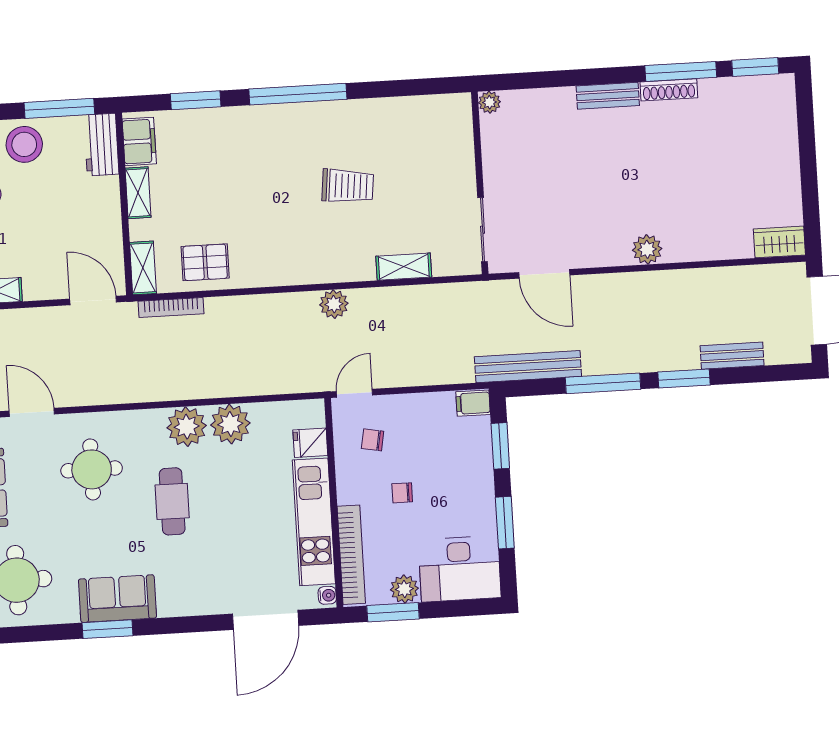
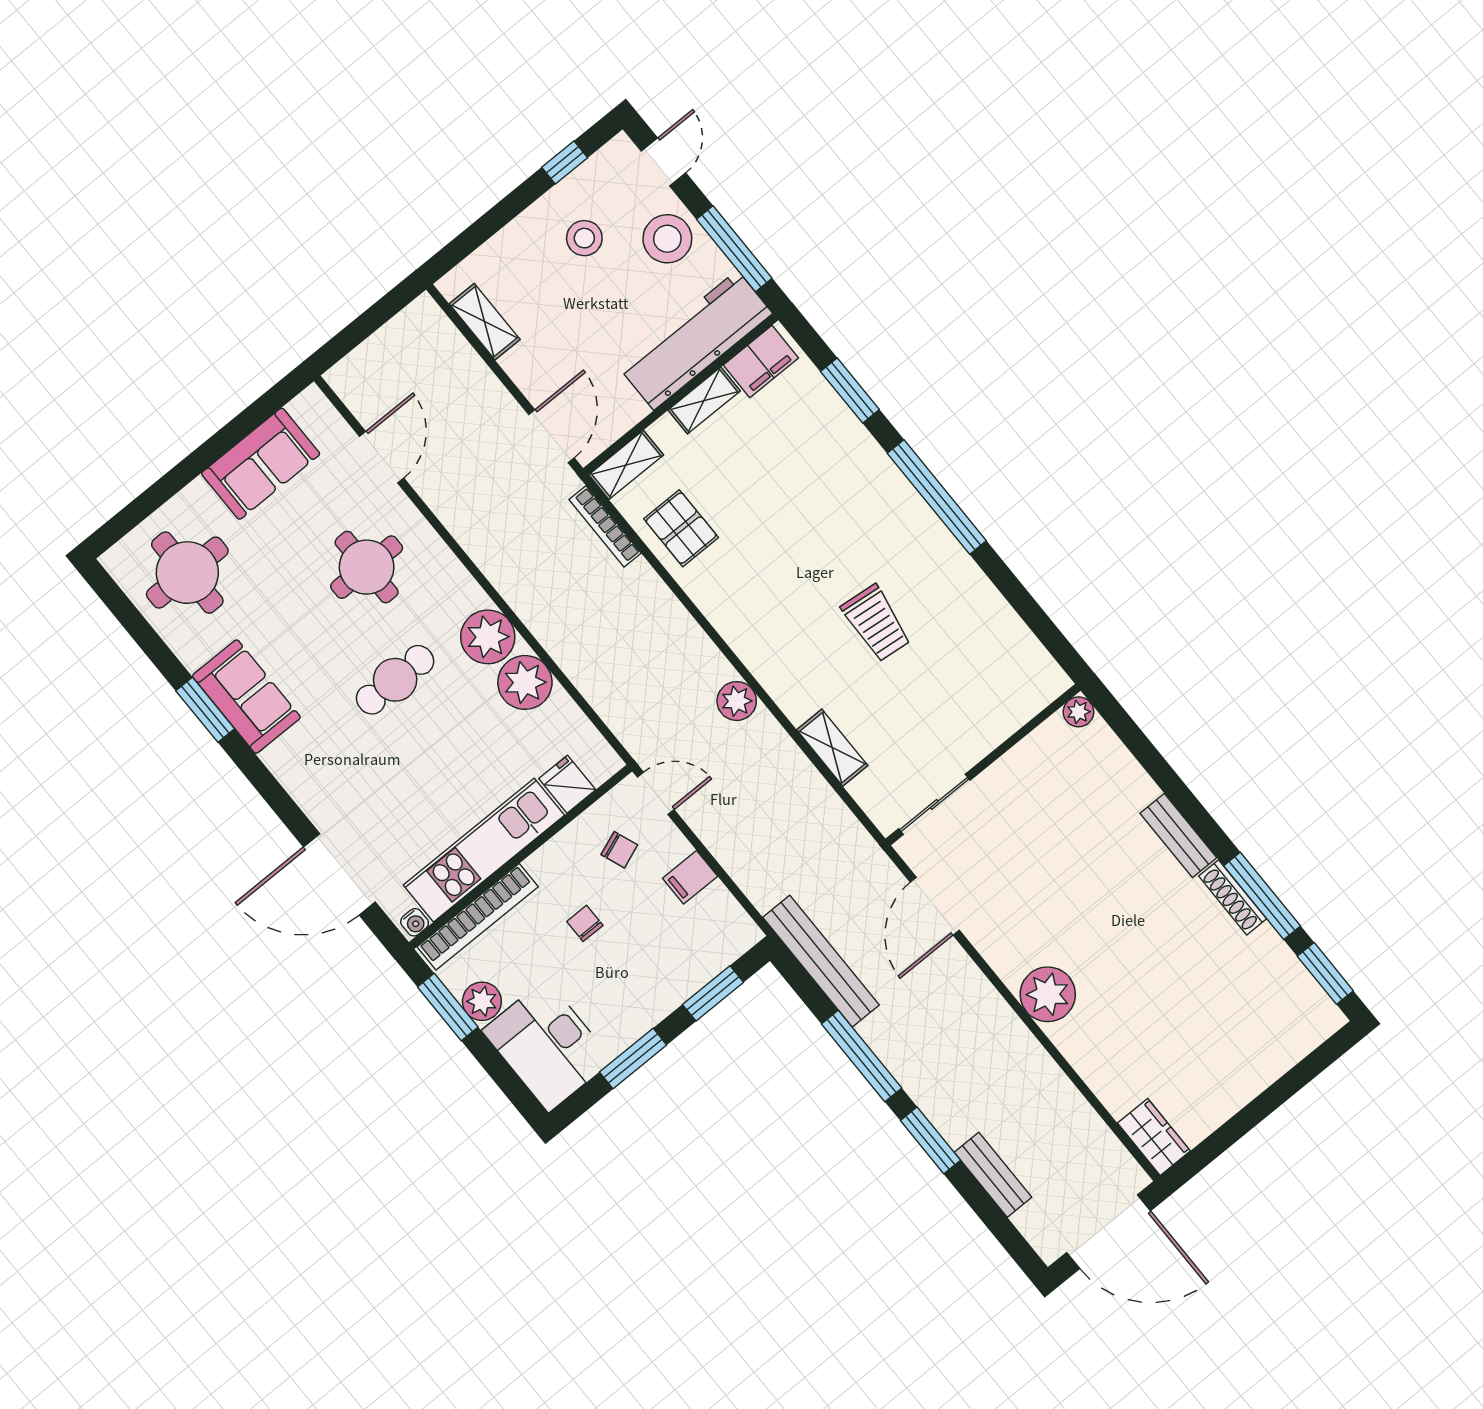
workbench: (101, 145) -> (696, 340), width x1.88, depth x1.32
plant: (647, 249) -> (1048, 994), width x1.36, depth x1.36
filing cabinet: (473, 403) -> (690, 877), moved, turned -90
chair: (373, 440) -> (619, 850), turned 149

